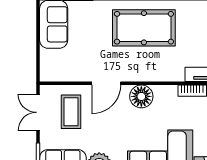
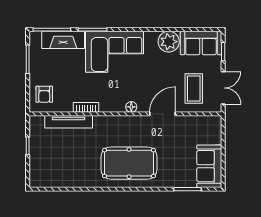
floor lamp: (141, 96) -> (131, 107), width x0.53, depth x0.53

